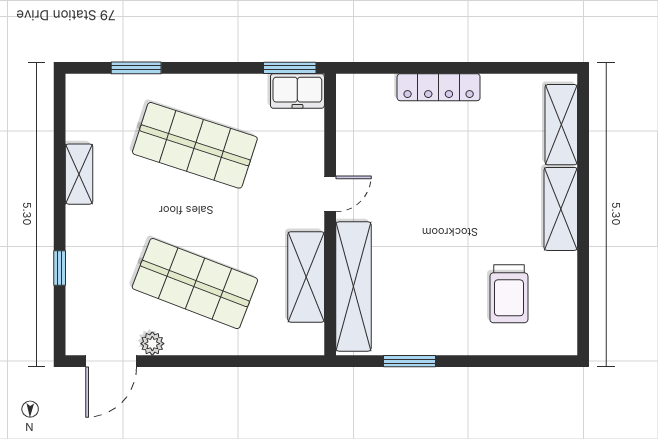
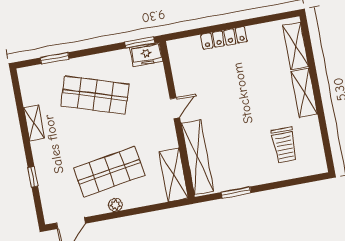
shelving: (306, 277) -> (174, 175), moved
shop shelf: (195, 284) -> (109, 172), turned -30
plant: (152, 344) -> (115, 205), moved

